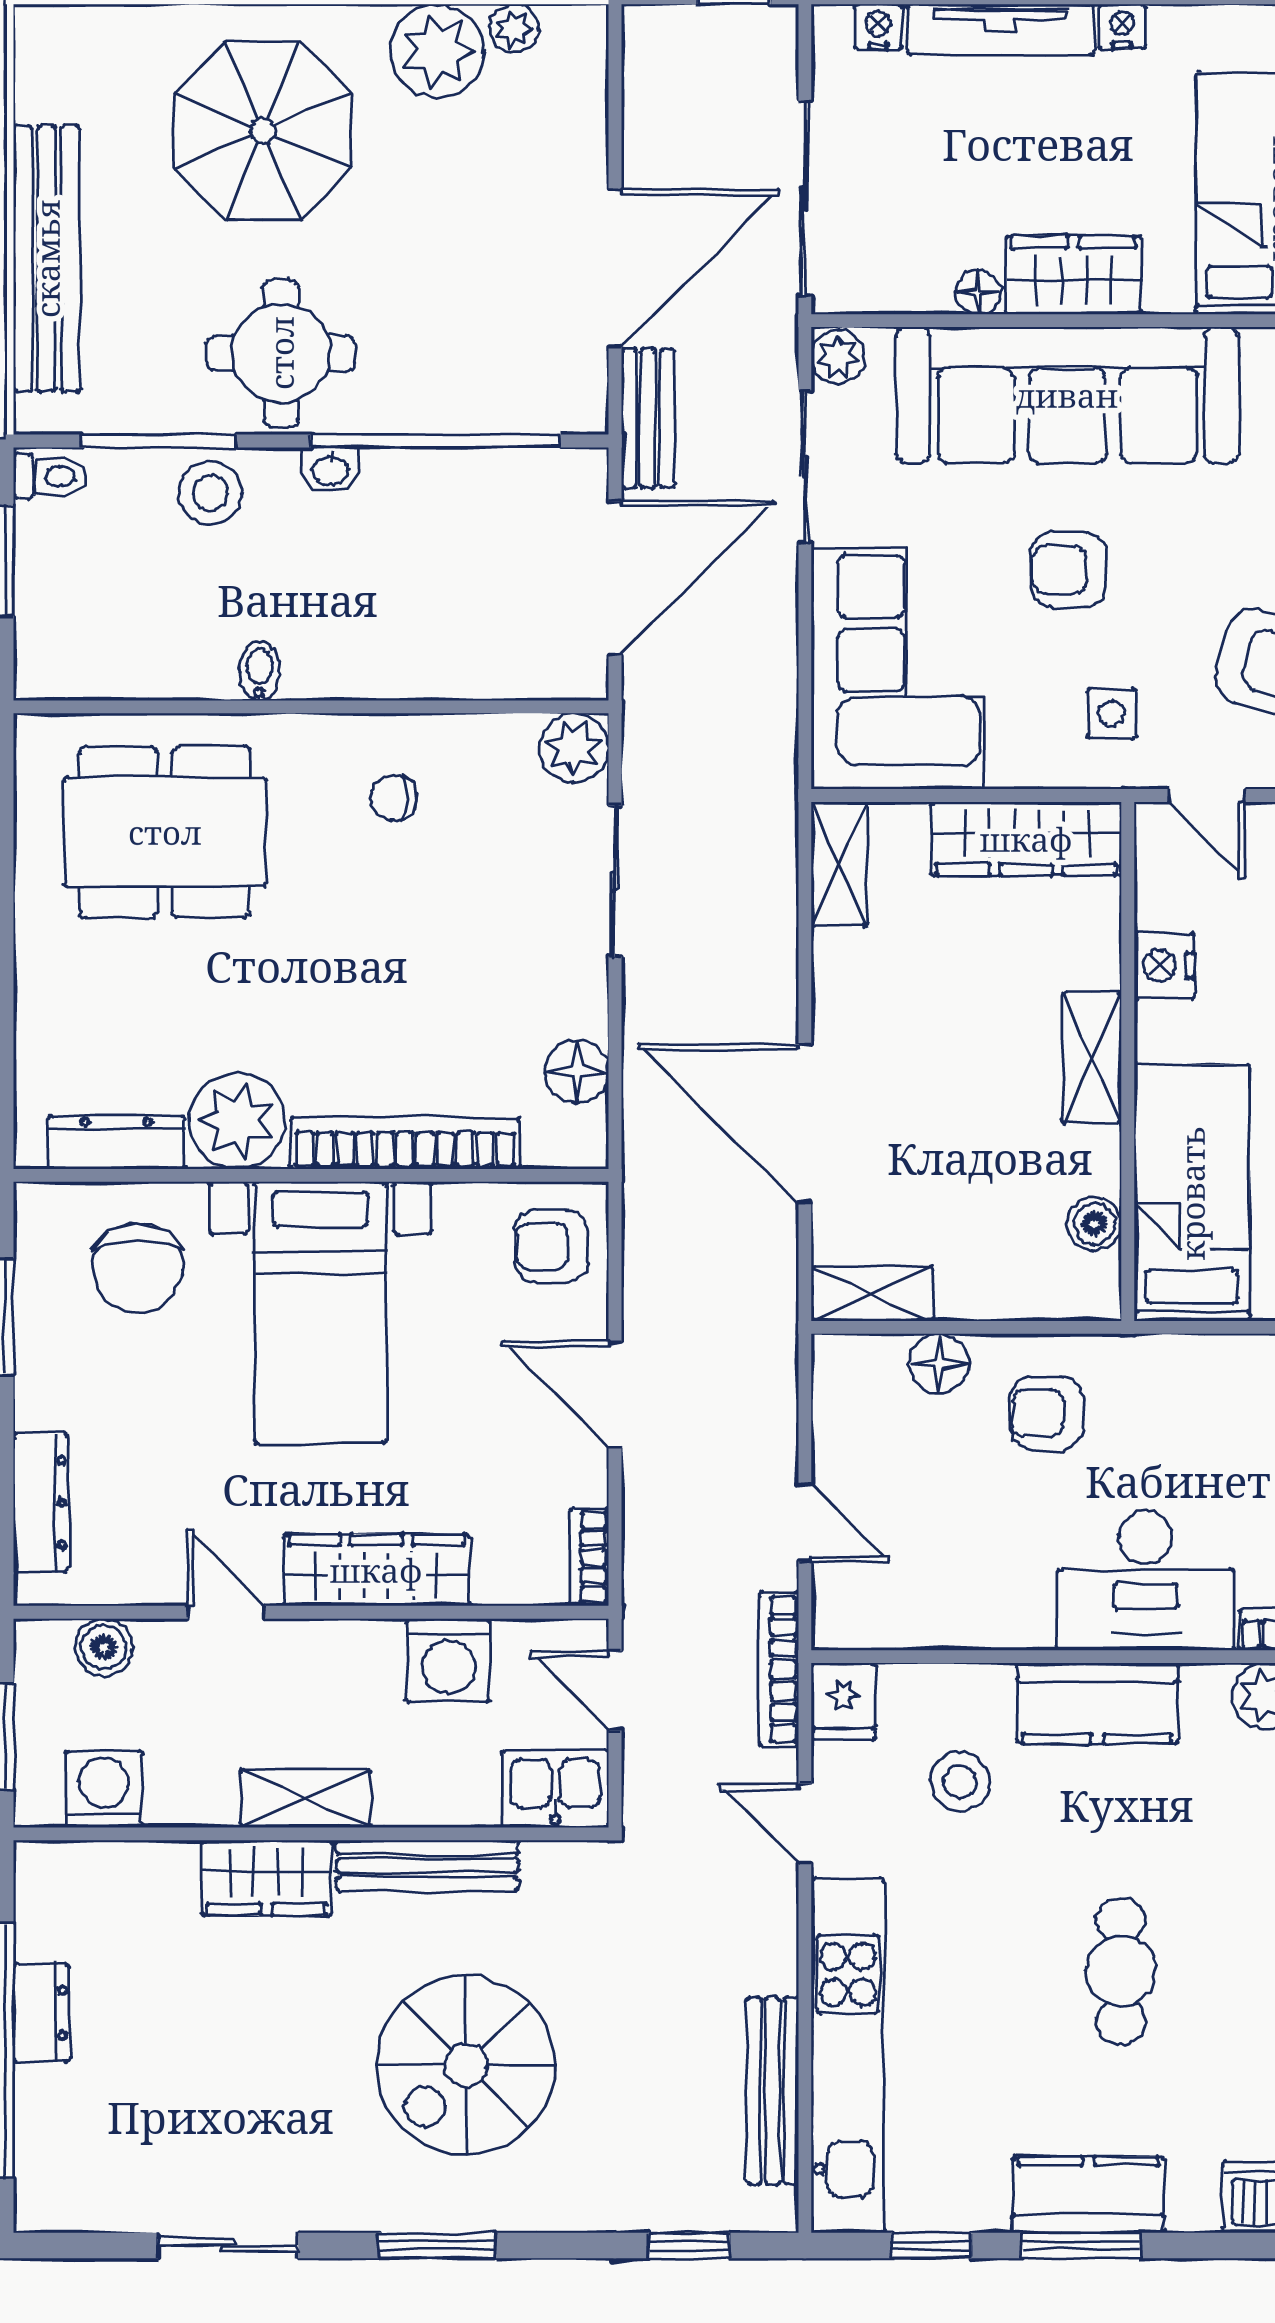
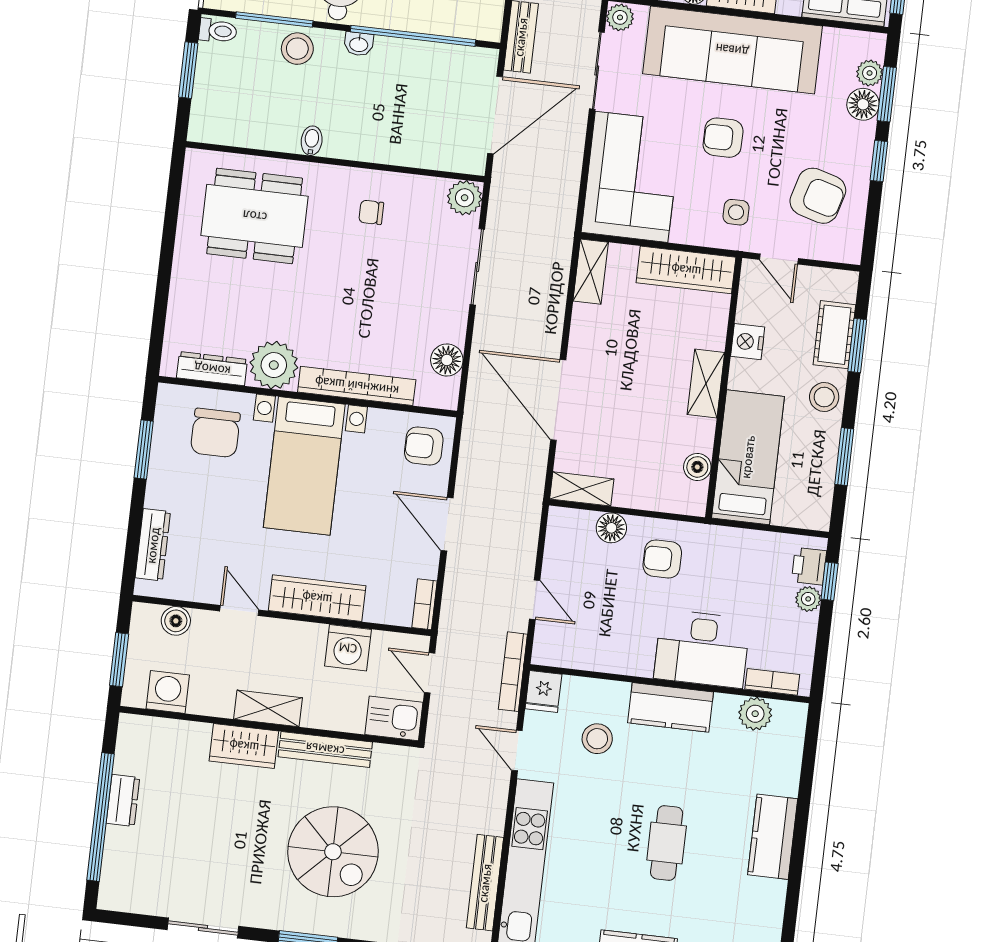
spiral stairs: (466, 2065) -> (333, 852), turned -90

